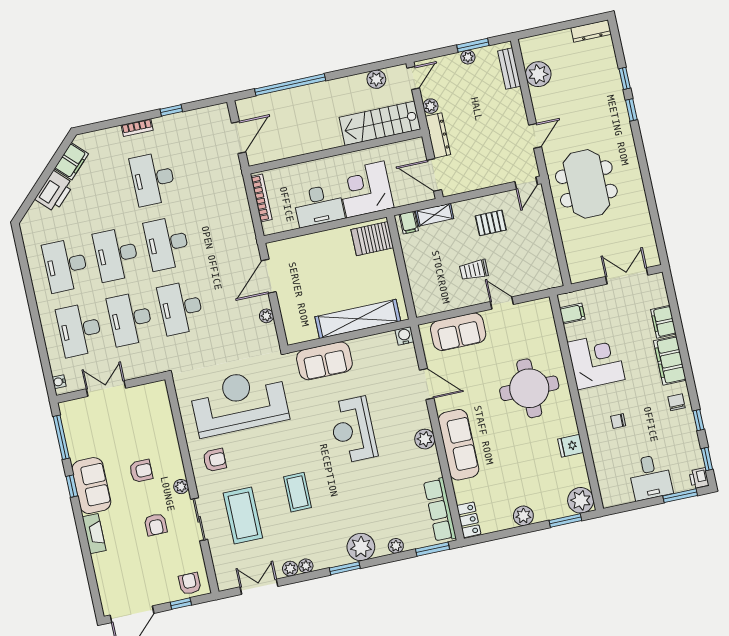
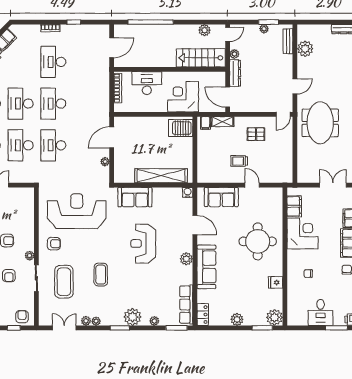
desk: (319, 206) -> (147, 83), moved, turned 180
filing cabinet: (572, 314) -> (294, 206), width x2.00

